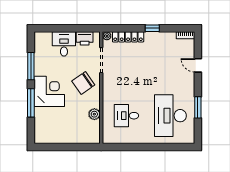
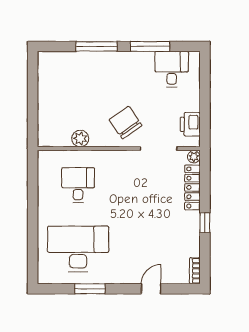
desk: (64, 44) -> (172, 69), moved, turned -90
corner desk: (49, 91) -> (113, 73), removed

